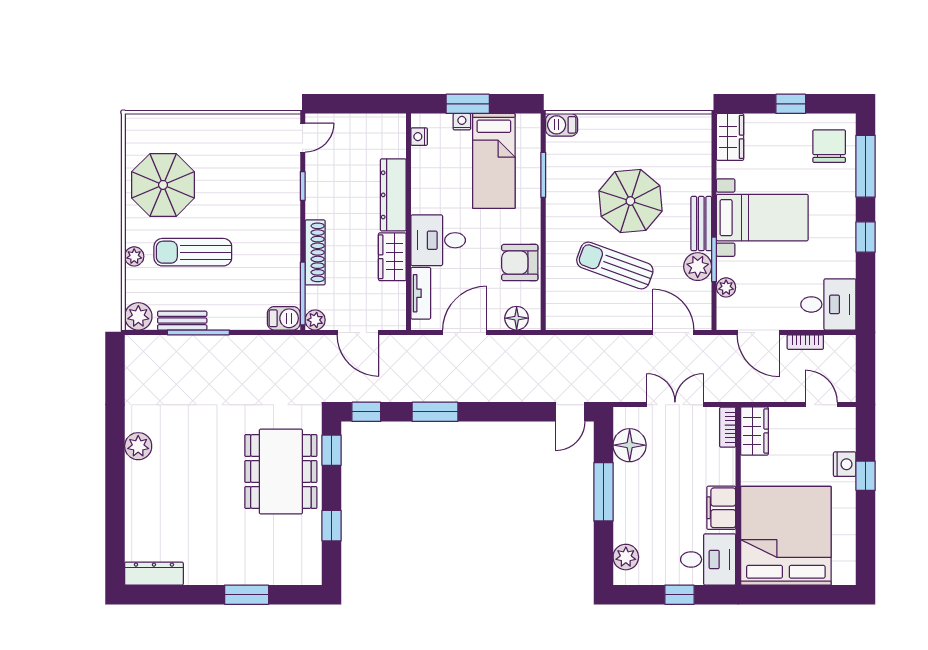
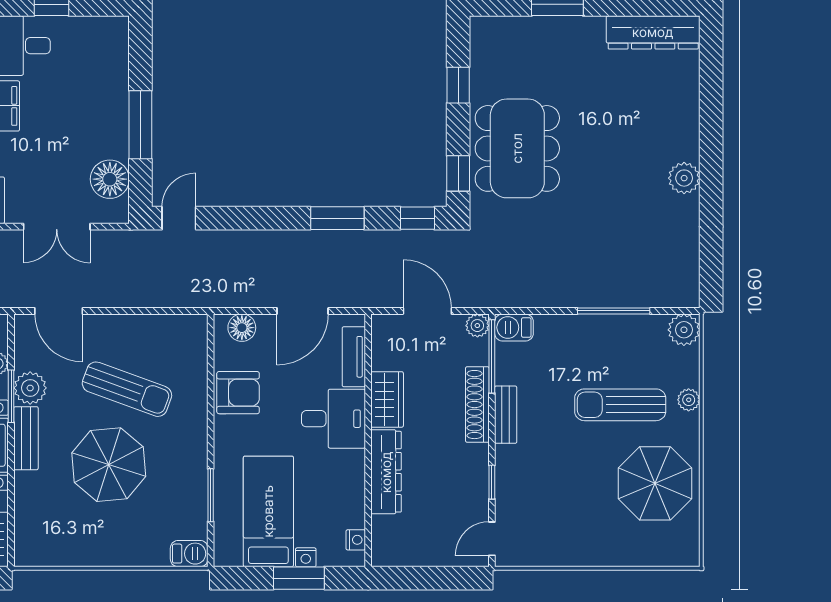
sun lounger: (193, 252) -> (620, 405), turned 180
bench: (182, 321) -> (506, 415), moved, turned 90
plant: (626, 557) -> (114, 48), removed
dresser: (154, 574) -> (653, 32), width x1.37, depth x1.24

